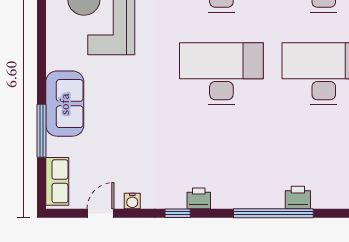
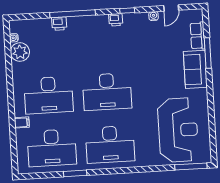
row of seats: (57, 181) -> (198, 36), moved

